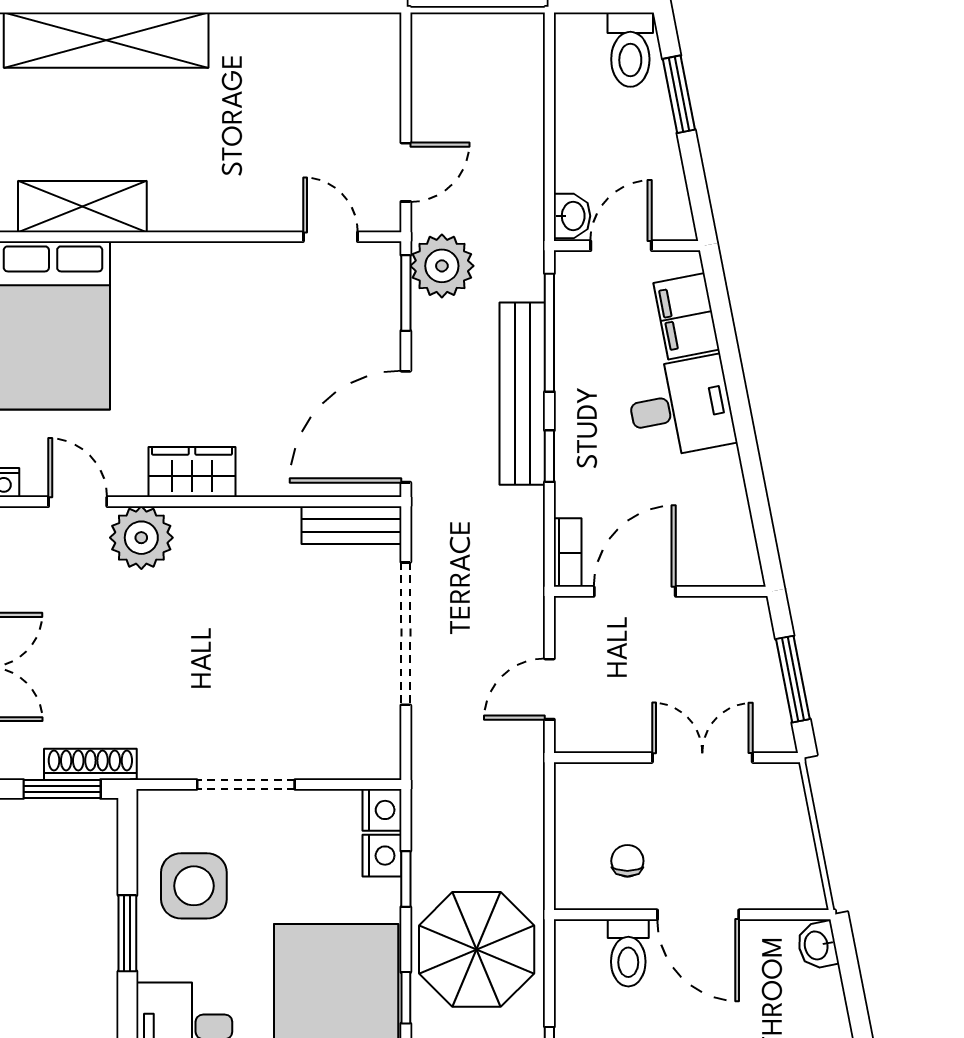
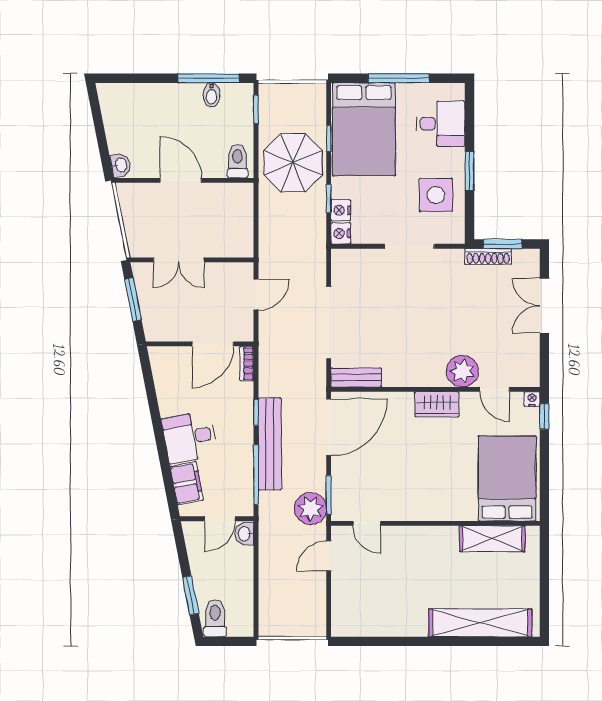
chair: (627, 861) -> (217, 208), removed
toilet: (628, 953) -> (238, 161), moved

